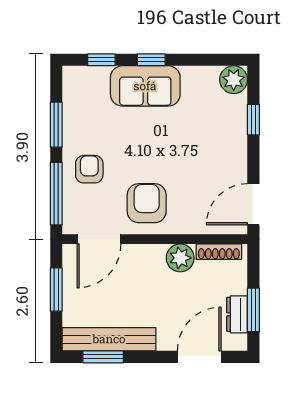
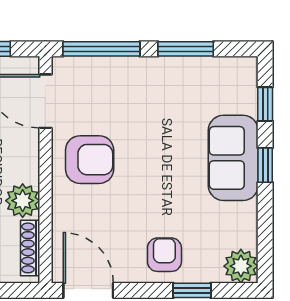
armchair: (89, 169) -> (164, 255), moved, turned -90

